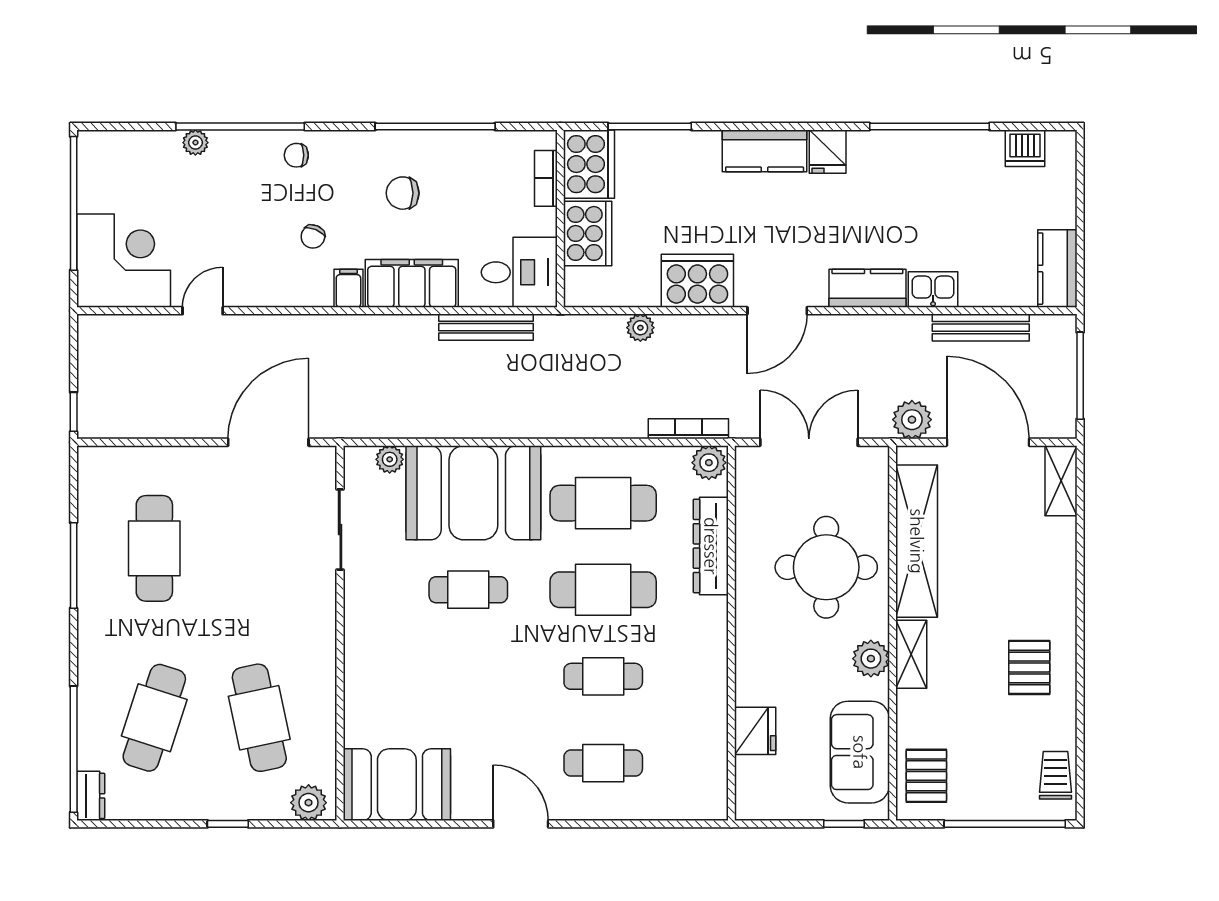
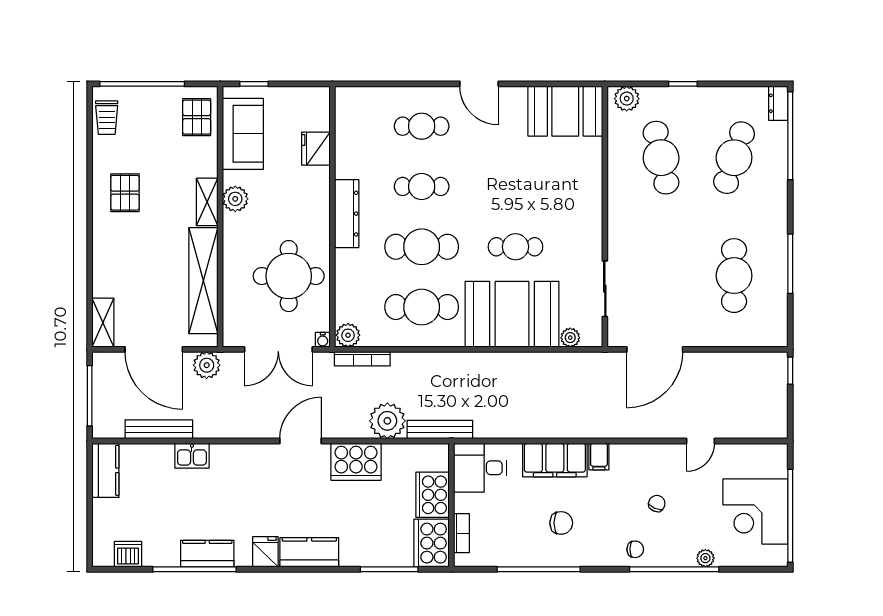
chair: (313, 237) -> (657, 504), moved
corner desk: (124, 261) -> (755, 511), moved
kitchen counter: (867, 288) -> (207, 554), moved, turned 180
bench: (486, 327) -> (440, 430), moved
plant: (640, 328) -> (387, 421), width x1.88, depth x1.88
water cooler: (745, 456) -> (323, 340), added
dresser: (711, 546) -> (347, 214), moved
round table: (826, 567) -> (289, 276), moved

